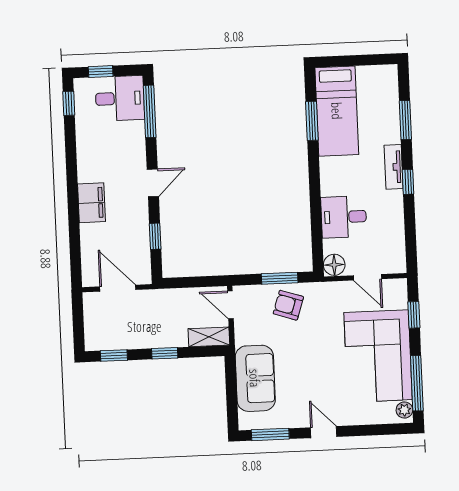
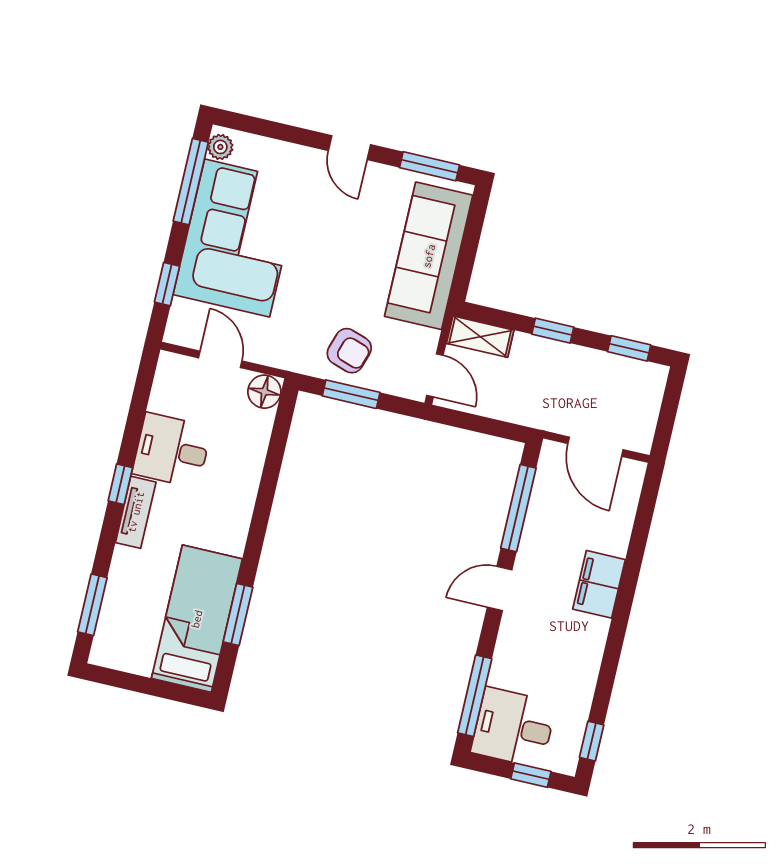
window: (405, 120) -> (92, 605), moved
desk: (344, 217) -> (172, 450), moved, turned 180
window: (155, 236) -> (518, 508), width x2.17
sofa: (255, 378) -> (429, 256), width x1.36

